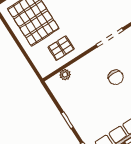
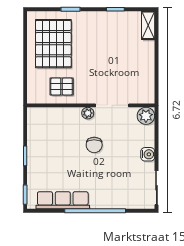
plant: (65, 75) -> (88, 113), moved

